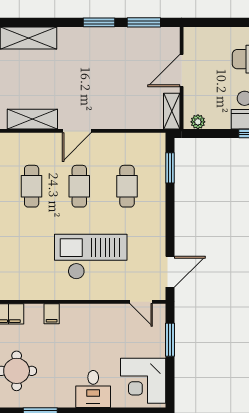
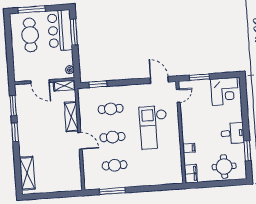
shelving: (32, 119) -> (71, 117), moved
desk: (93, 389) -> (233, 133), moved

